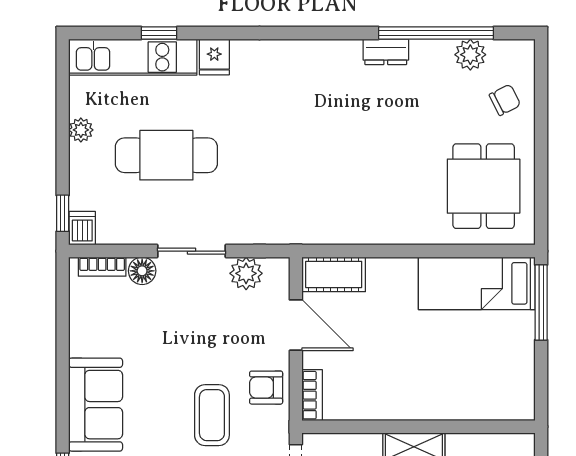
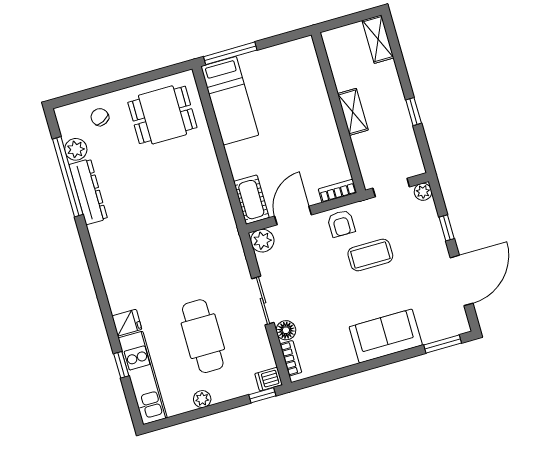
dresser: (386, 52) -> (88, 192), width x1.96, depth x1.24
plant: (246, 273) -> (262, 241), moved

